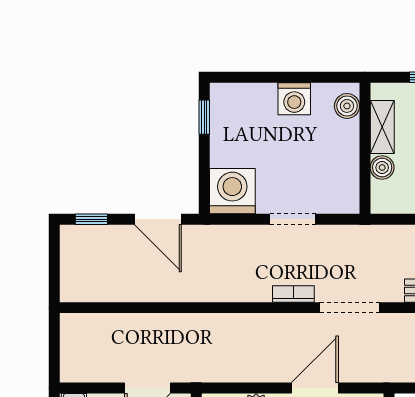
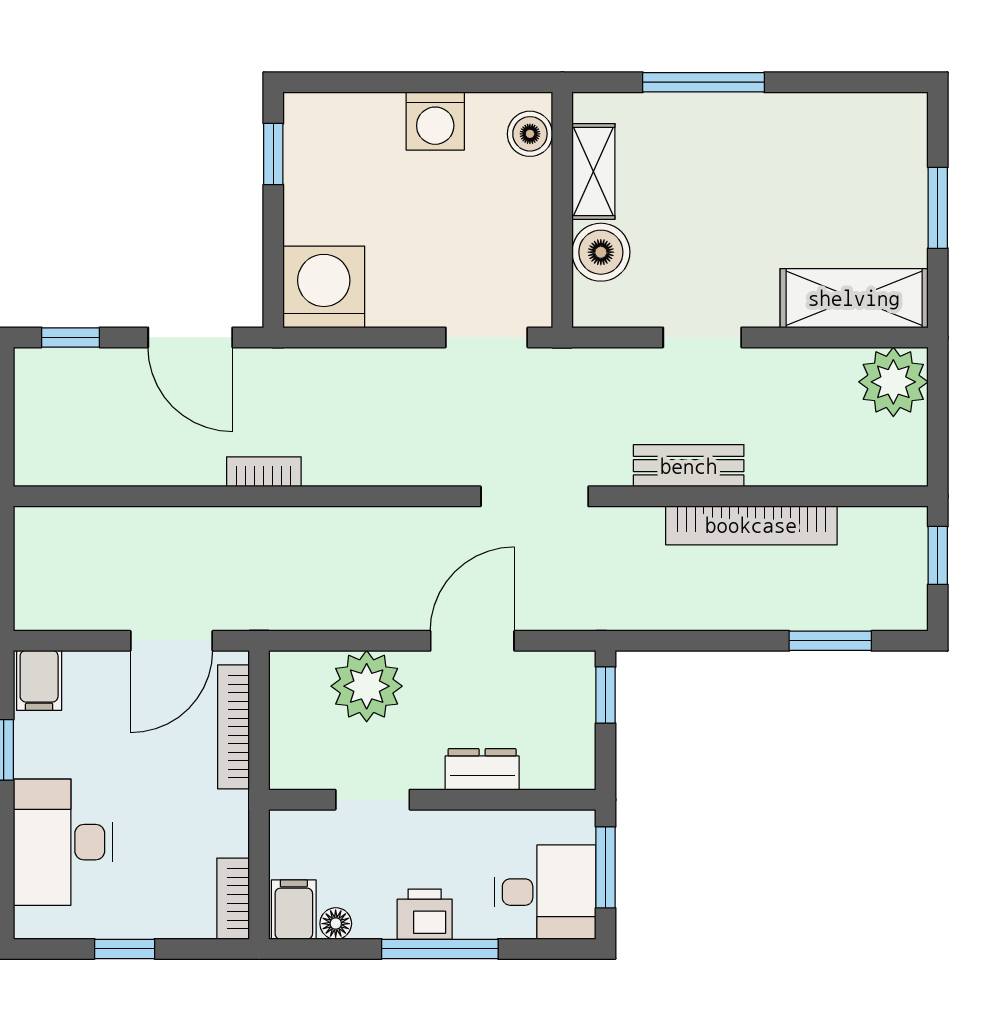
boiler: (382, 168) -> (601, 252), width x1.36, depth x1.36
doorway: (293, 219) -> (487, 337), moved
bookcase: (293, 294) -> (264, 472), moved

